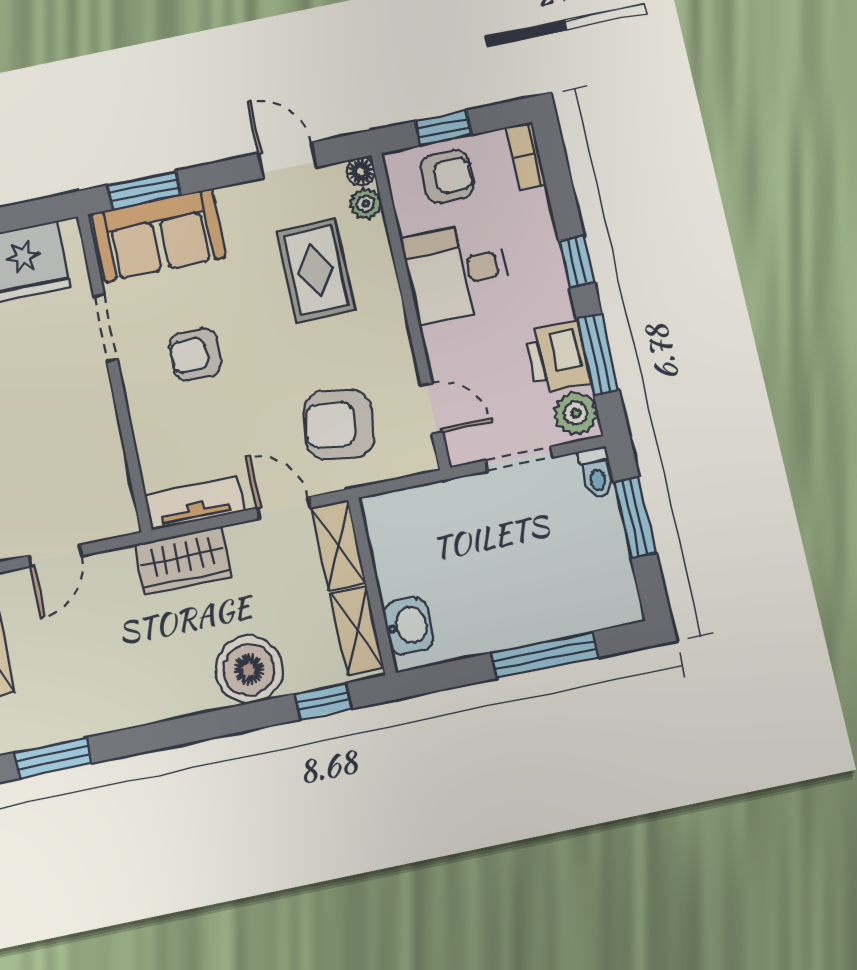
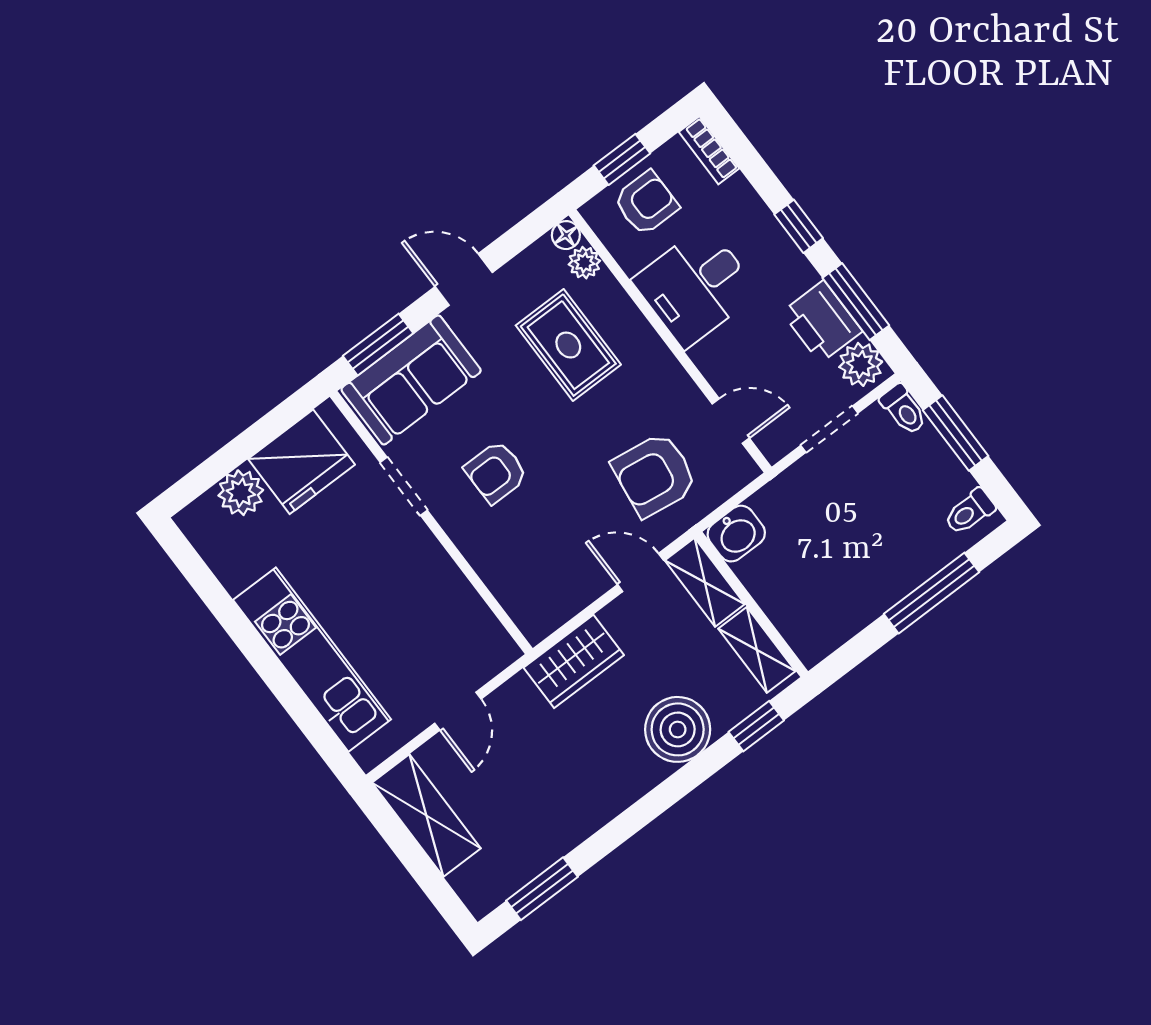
door: (287, 160) -> (464, 280), moved
tv unit: (194, 503) -> (559, 606), removed
toilet: (615, 596) -> (970, 512), added
washbasin: (408, 626) -> (736, 534), moved, turned 90

